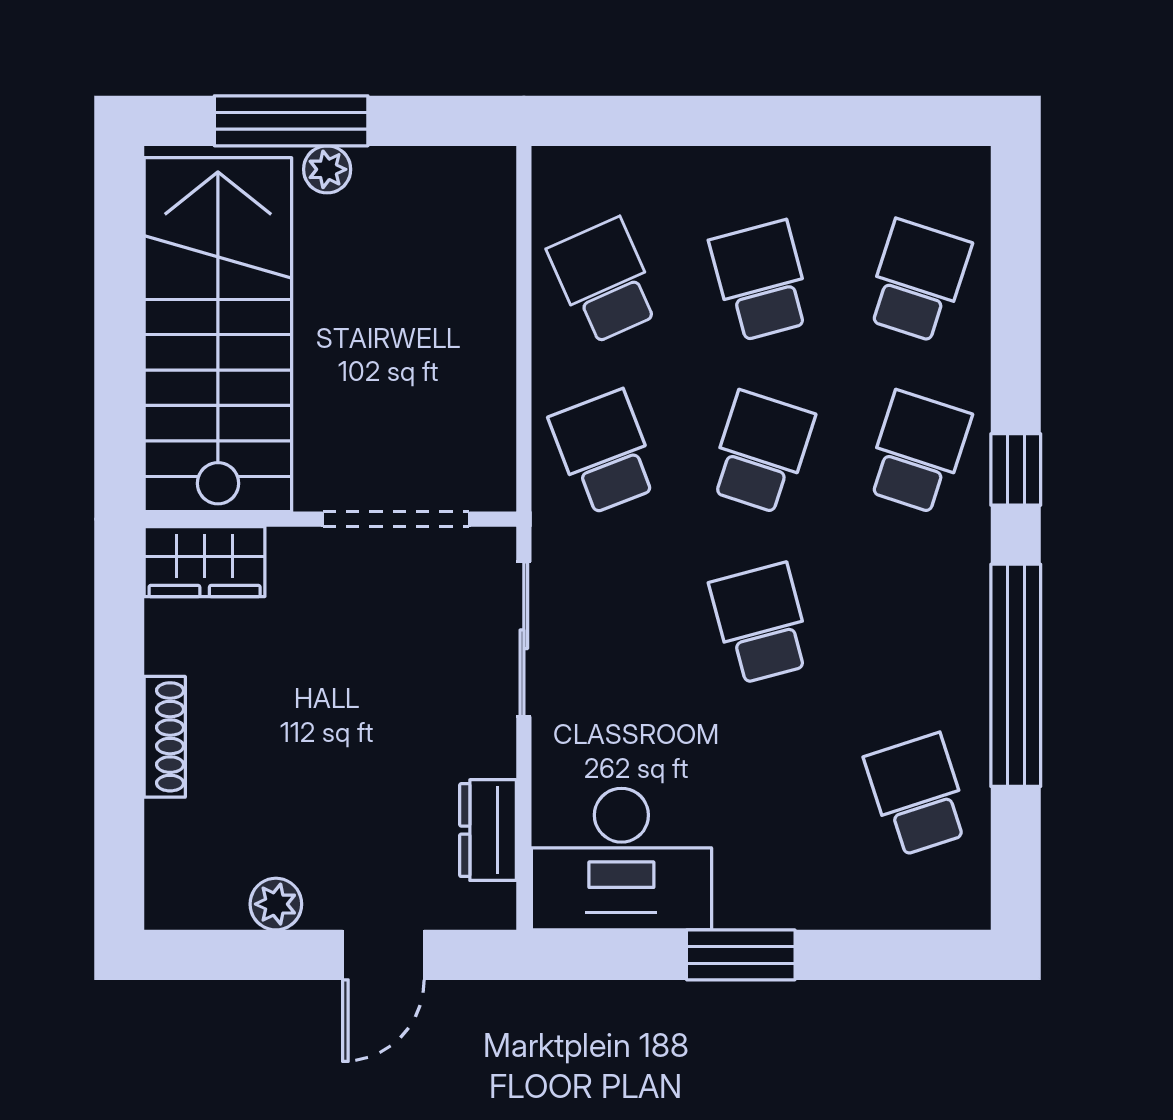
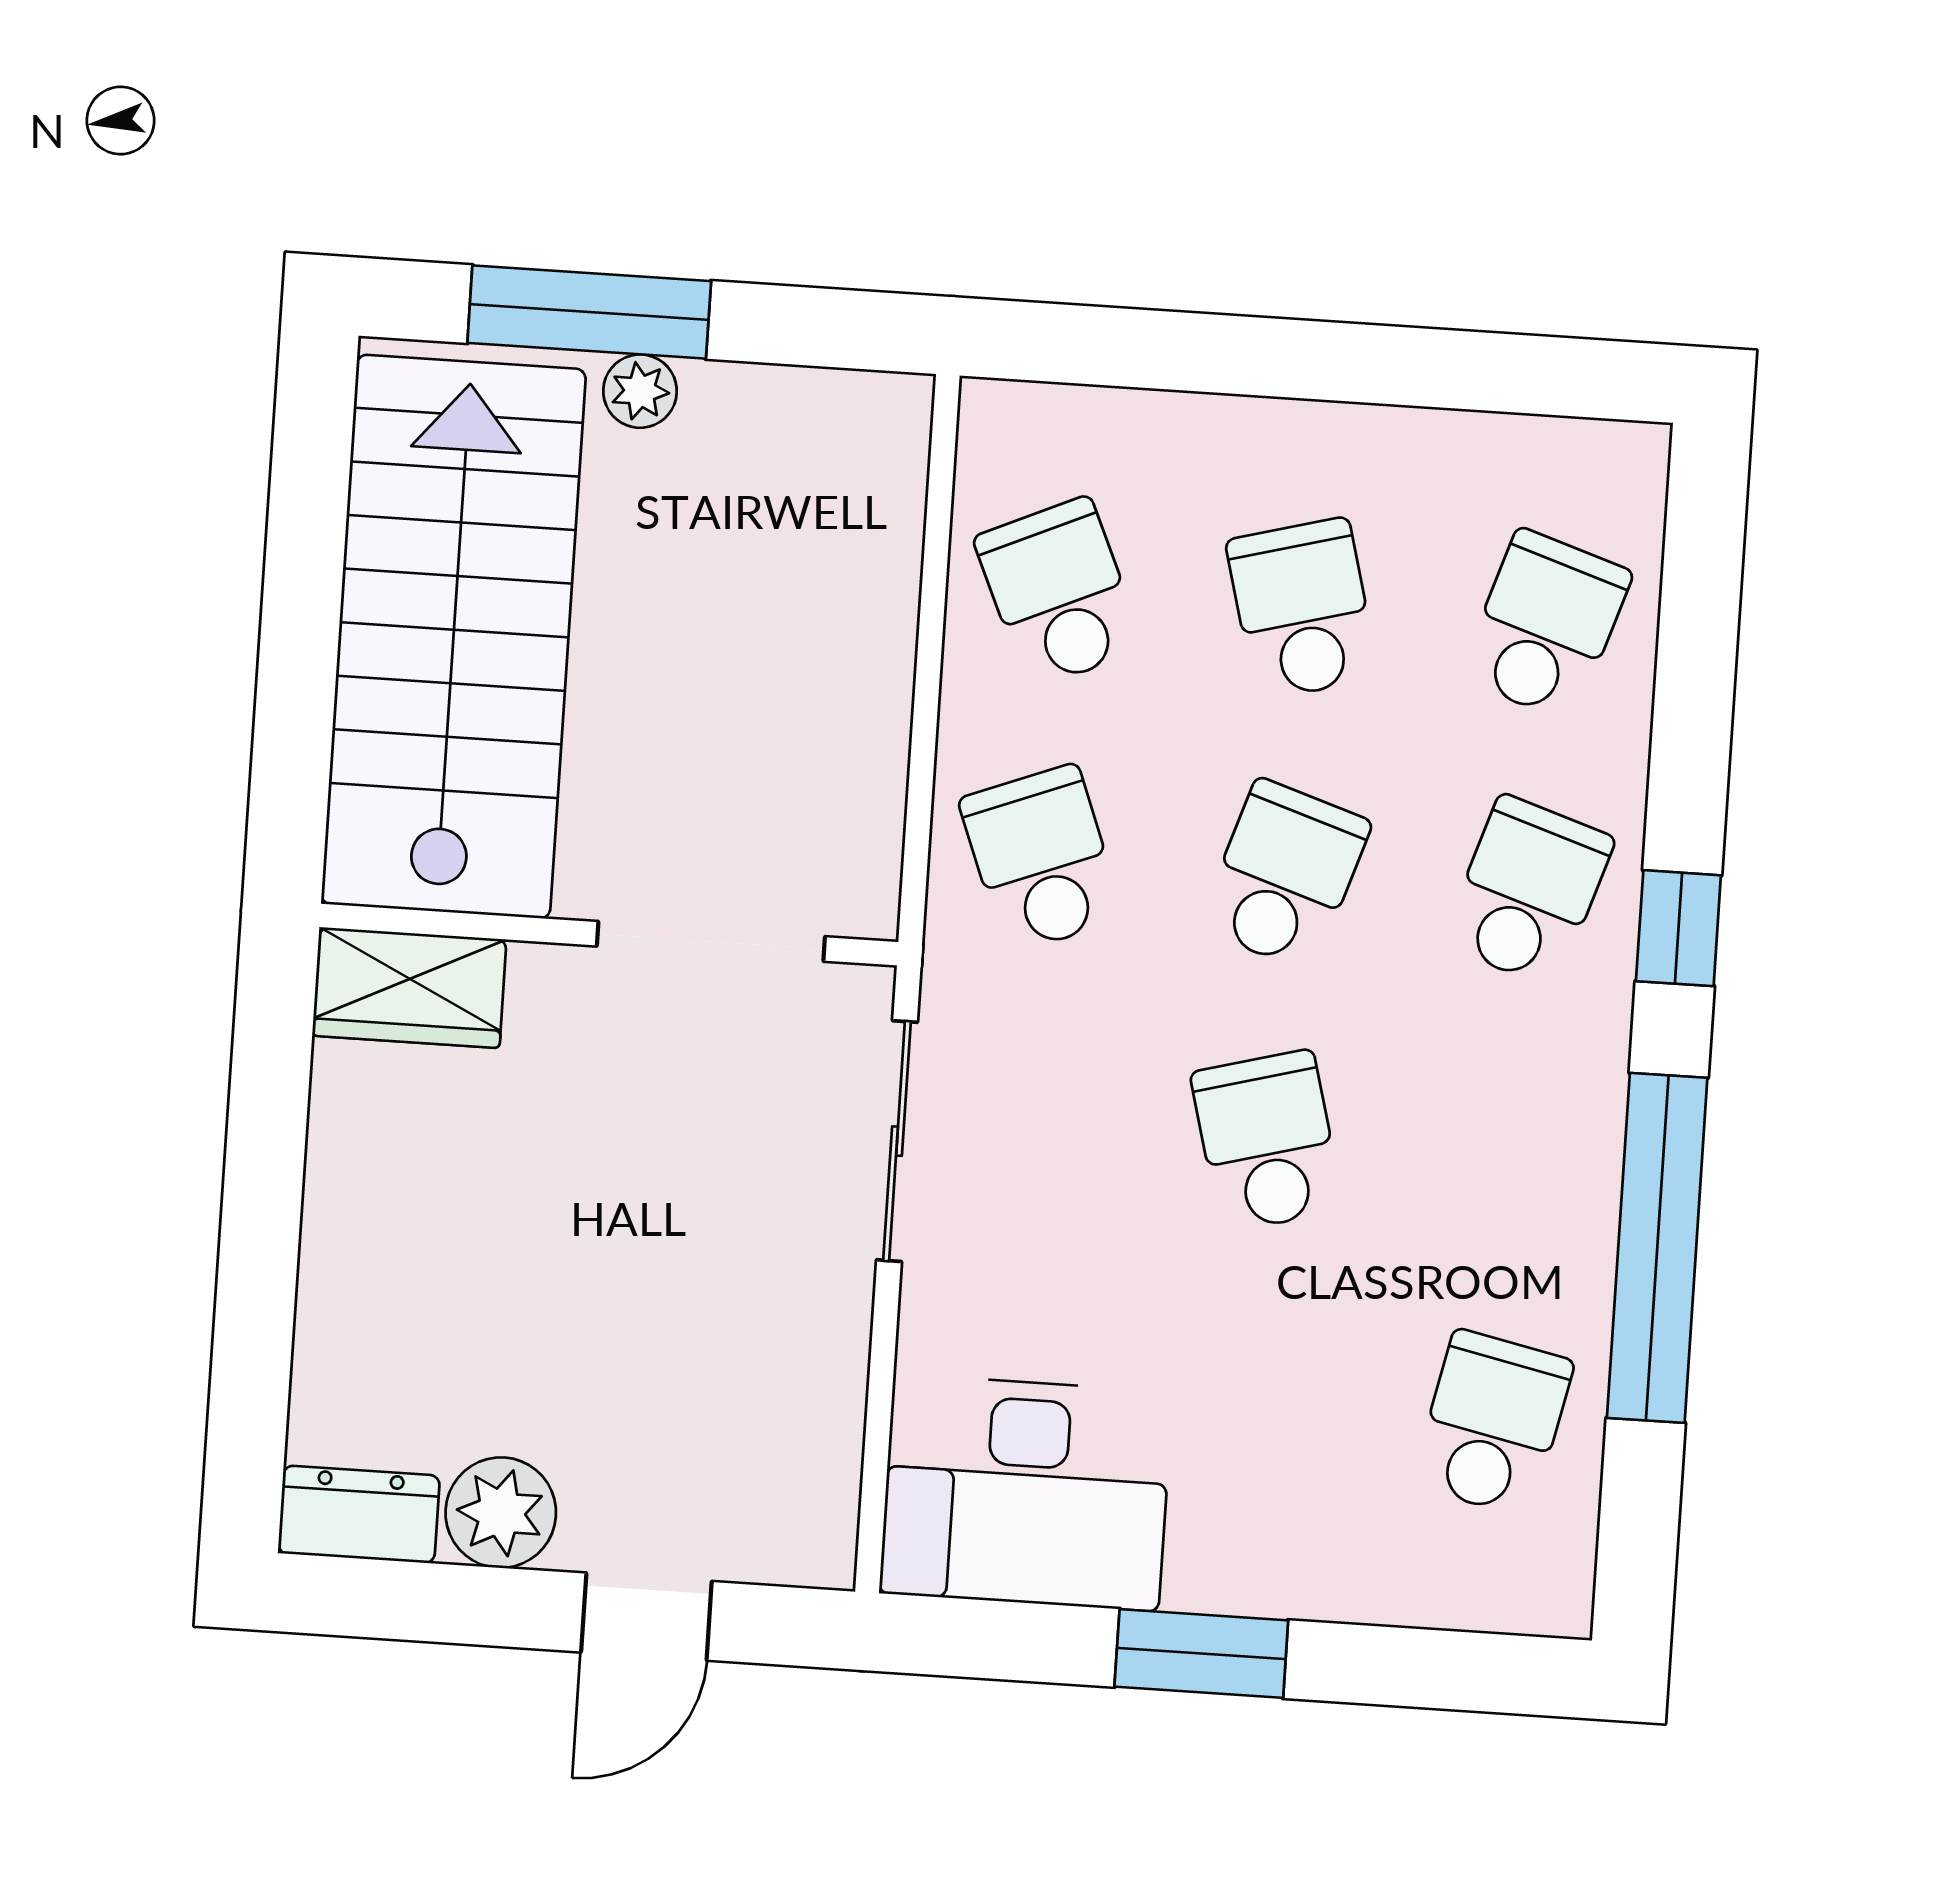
shoe rack: (165, 737) -> (329, 1256), removed
school desk: (918, 795) -> (1493, 1423), turned 30
dresser: (488, 830) -> (359, 1514), moved, turned 90
plant: (276, 904) -> (501, 1513), width x1.38, depth x1.38

